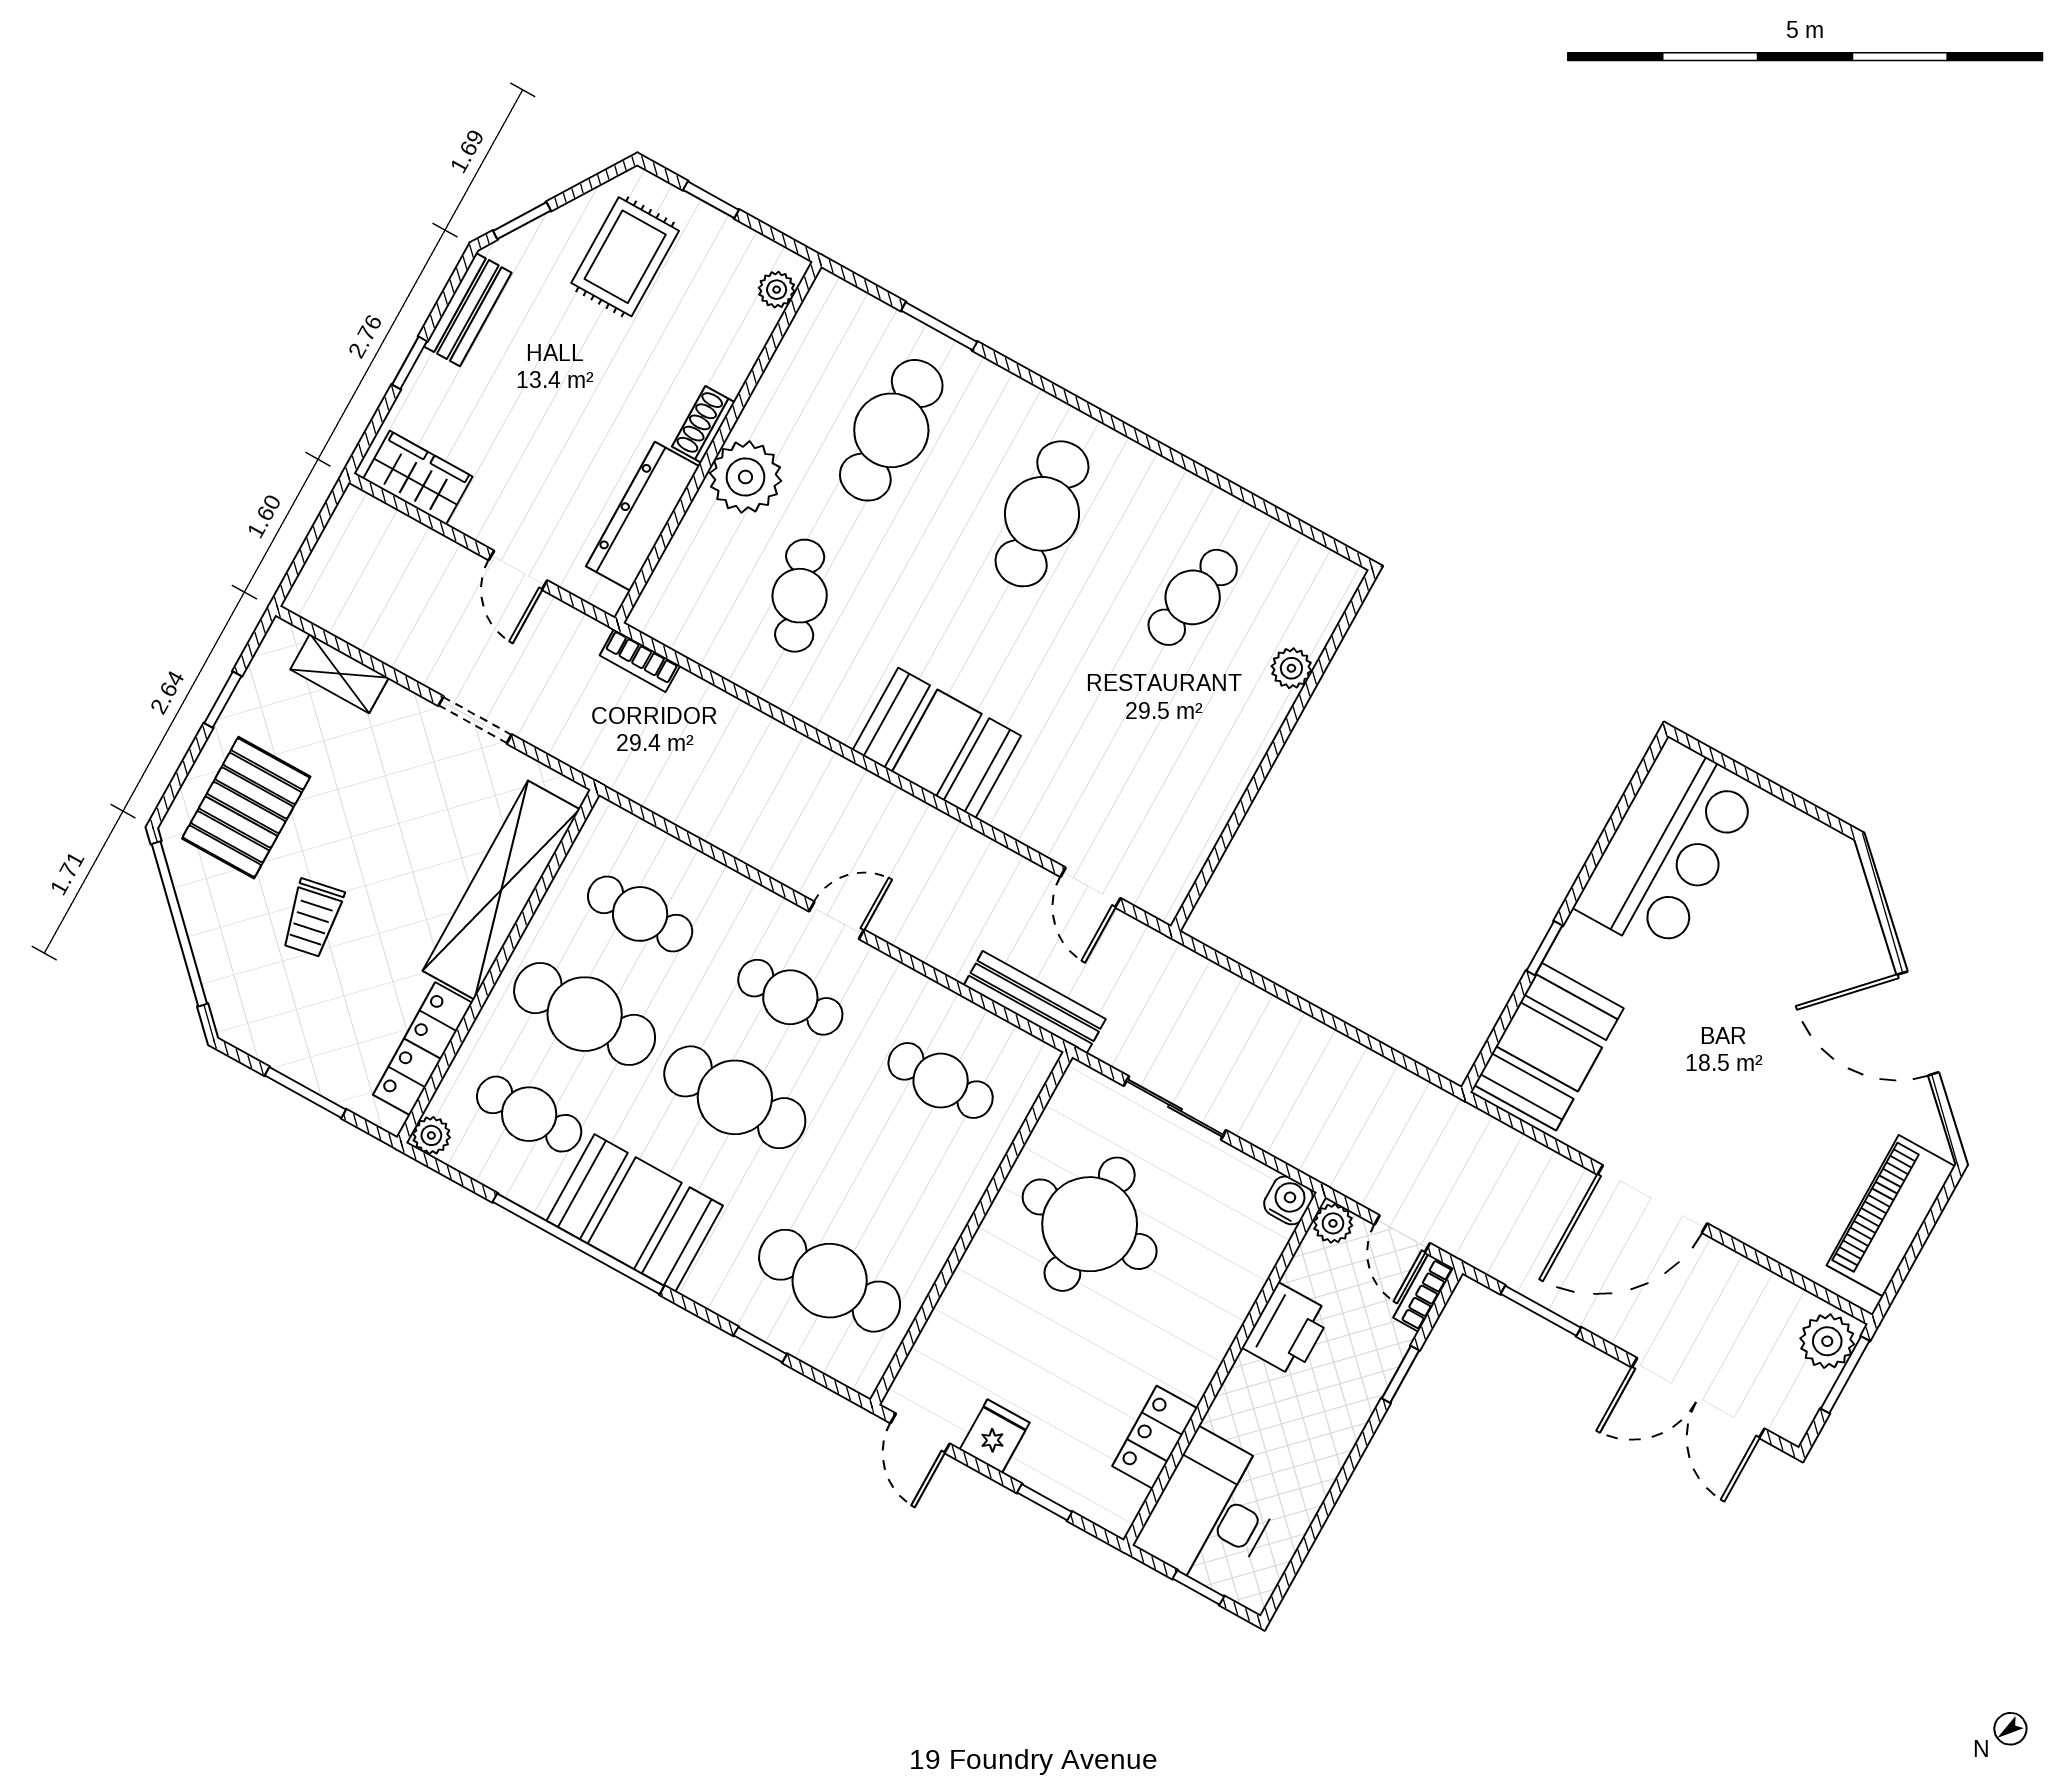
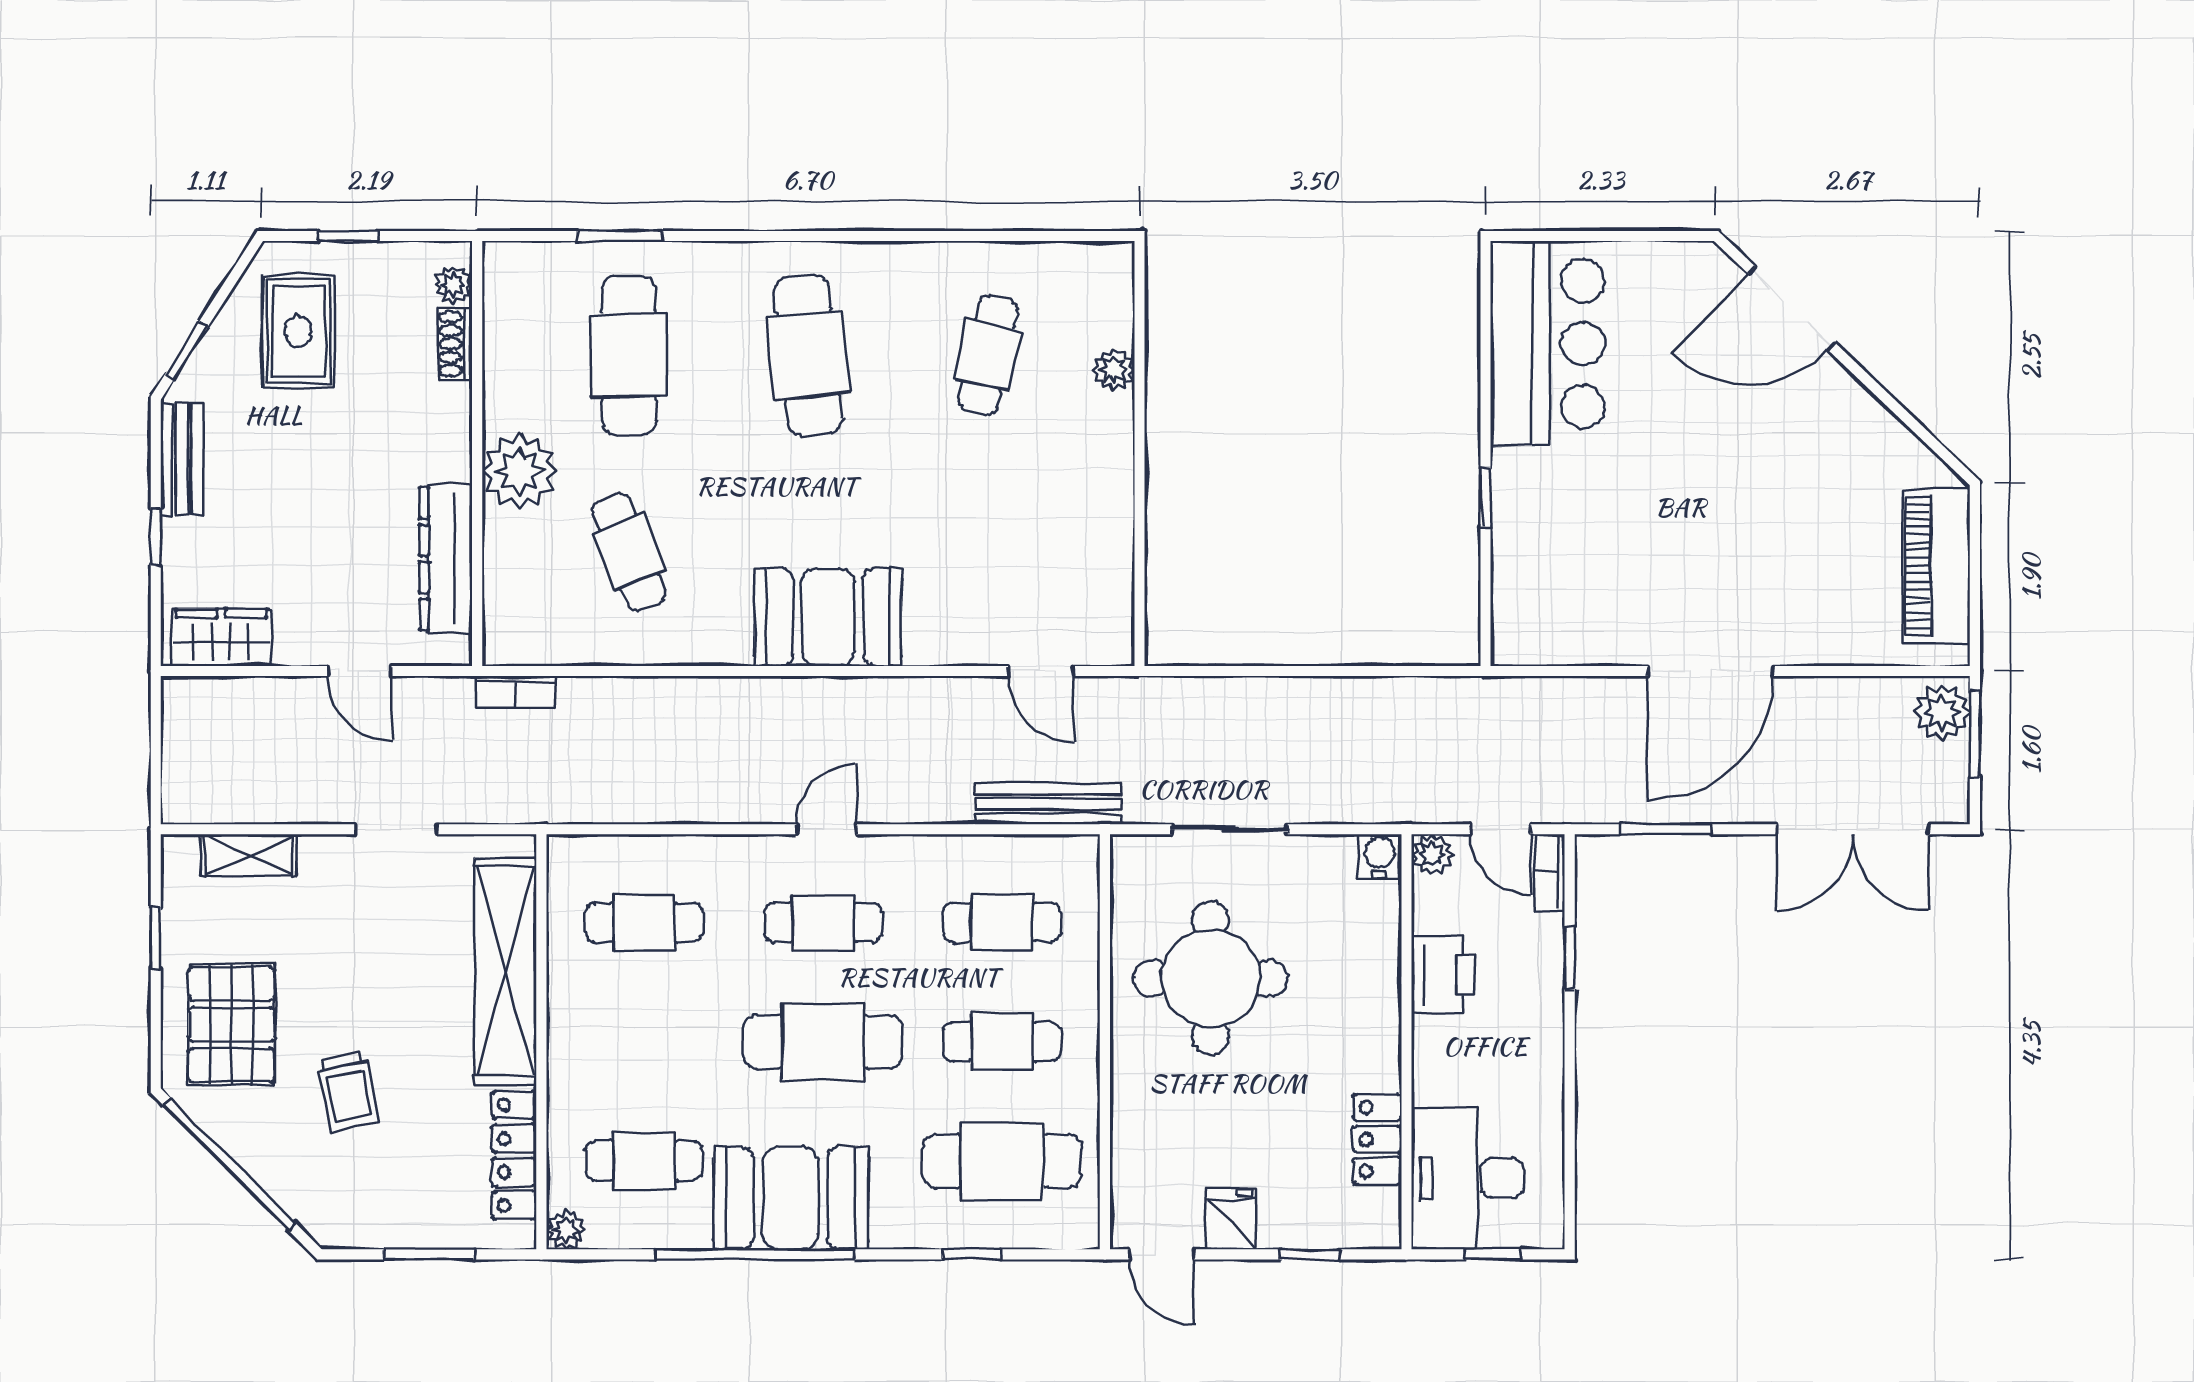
shoe rack: (703, 424) -> (455, 344), moved
cafe table: (585, 1014) -> (1002, 1042), moved, width x0.73, depth x0.74
door: (1918, 1024) -> (1792, 308), moved
booth: (1549, 1047) -> (1539, 585), removed

